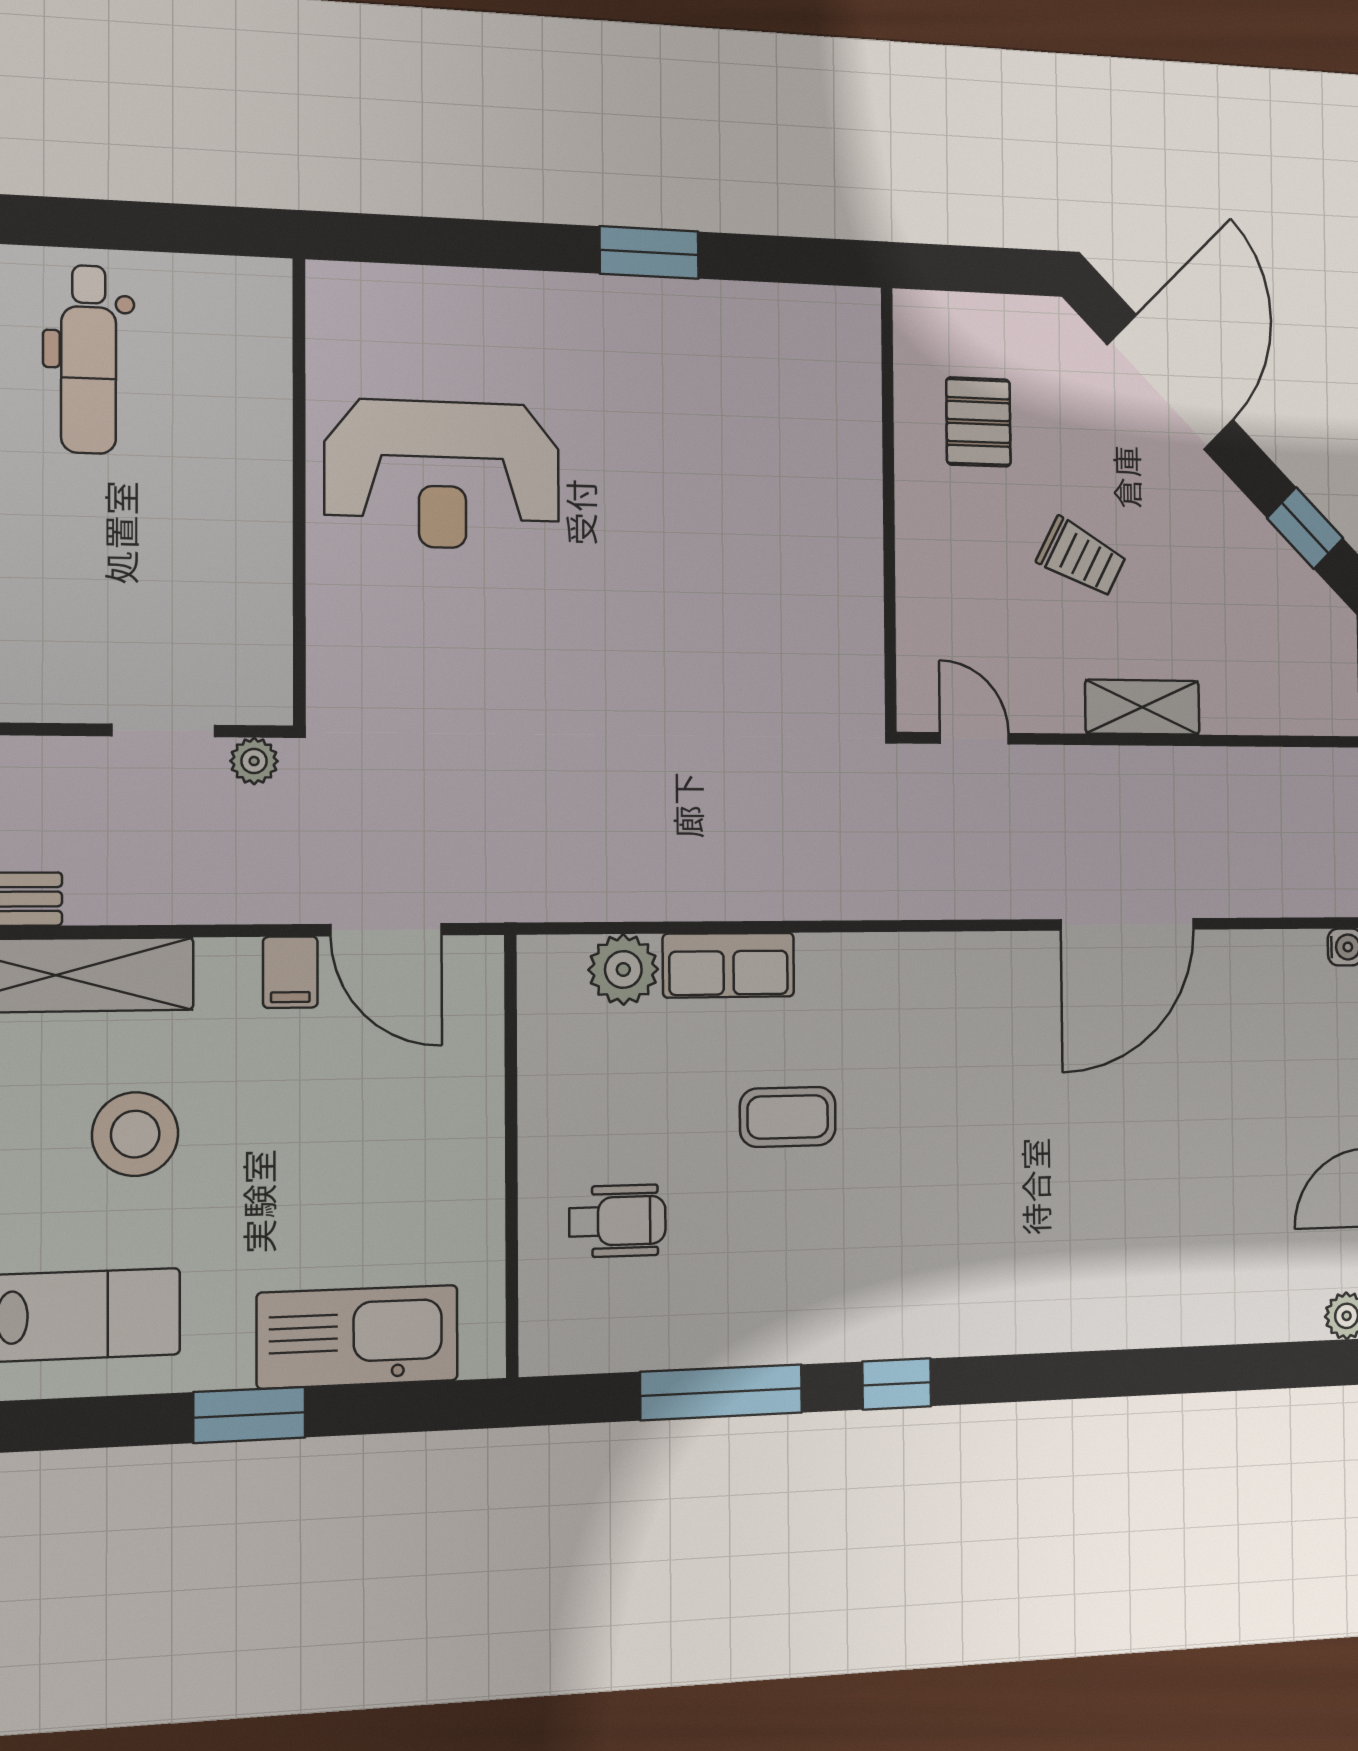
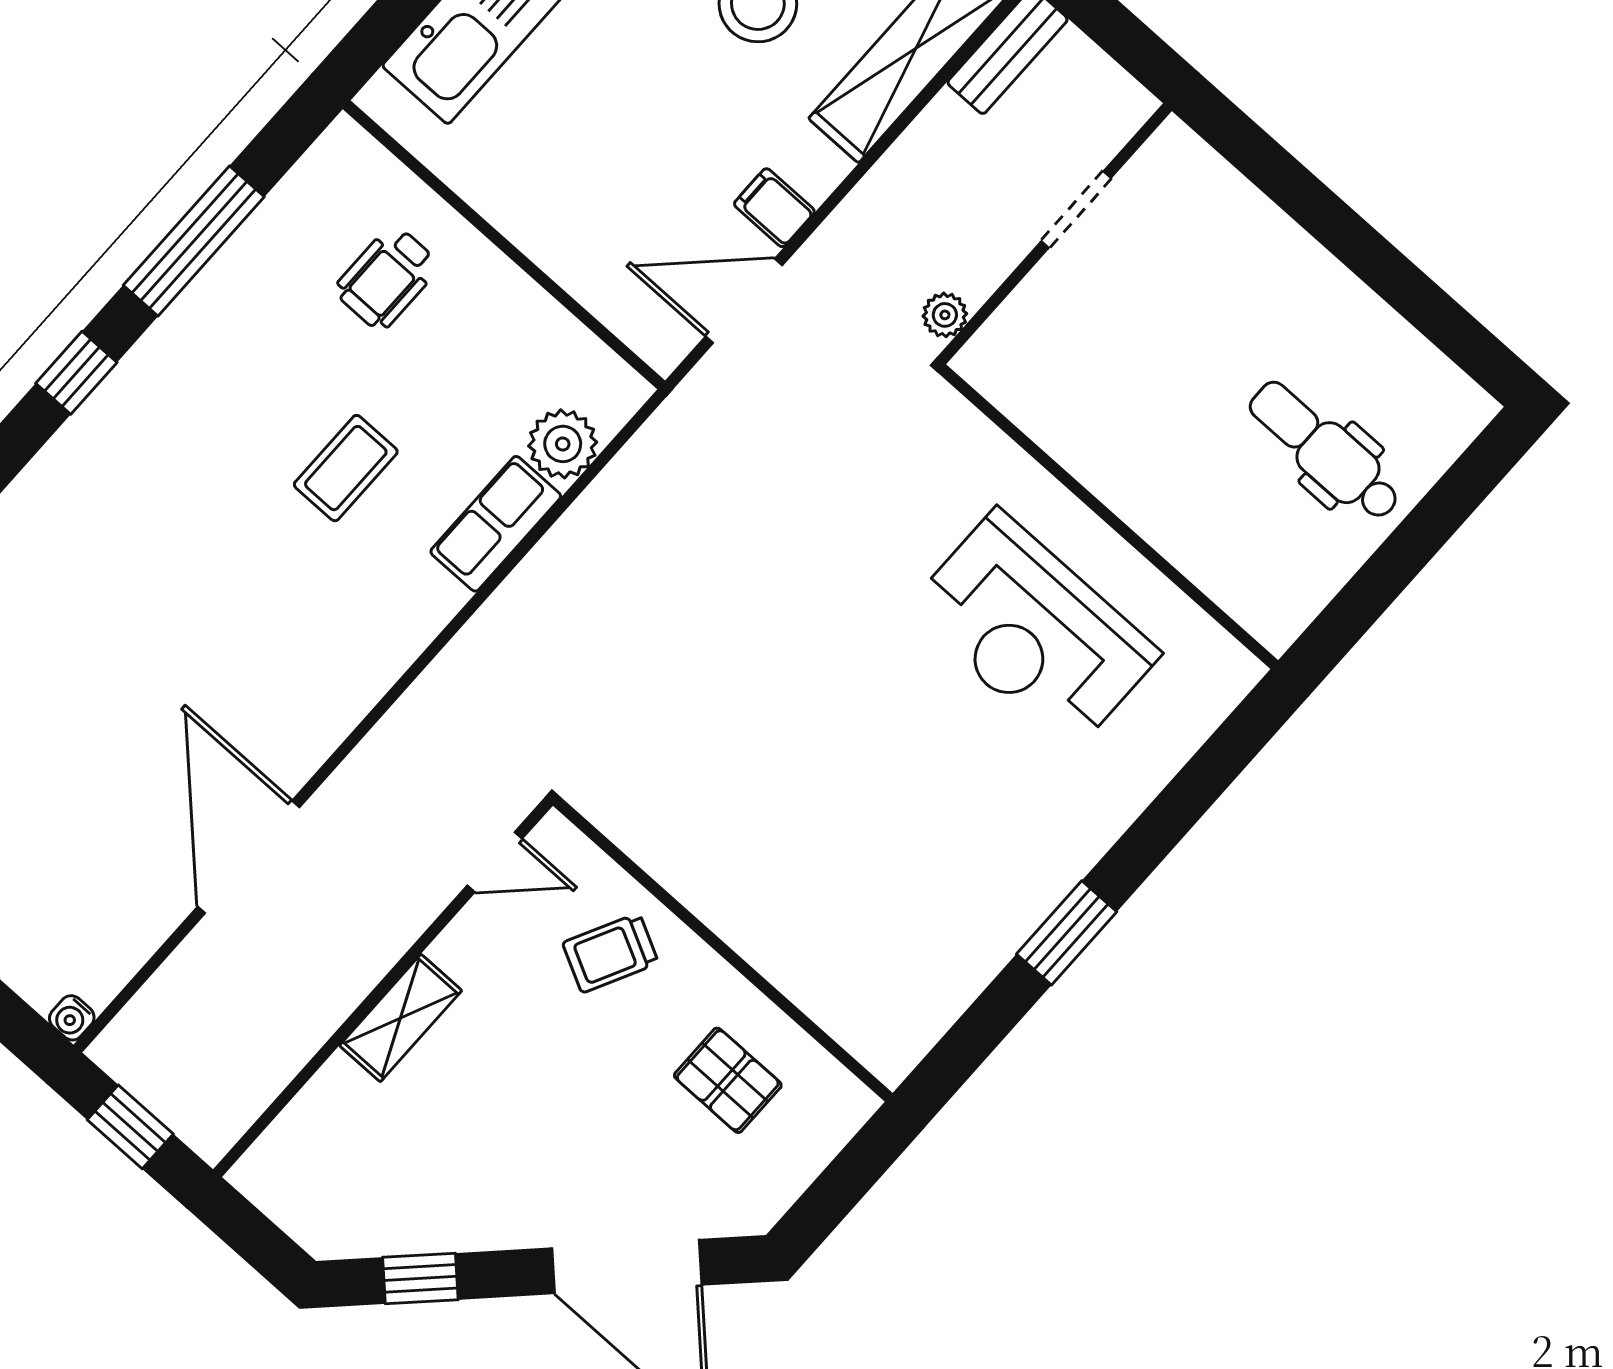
reception desk: (442, 475) -> (1033, 632), turned -90
trolley: (1081, 558) -> (610, 953), moved
doorway: (164, 731) -> (1076, 210), moved

